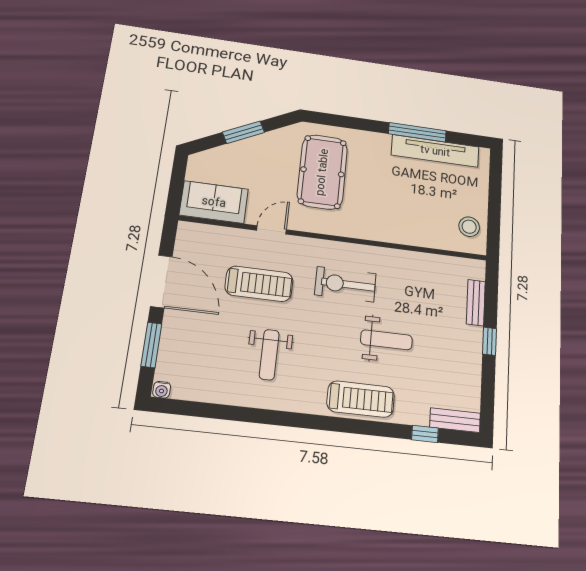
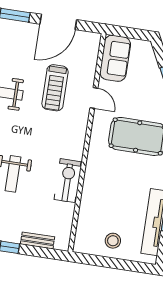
stool: (469, 227) -> (113, 241), moved
exercise bike: (345, 284) -> (67, 181), moved

